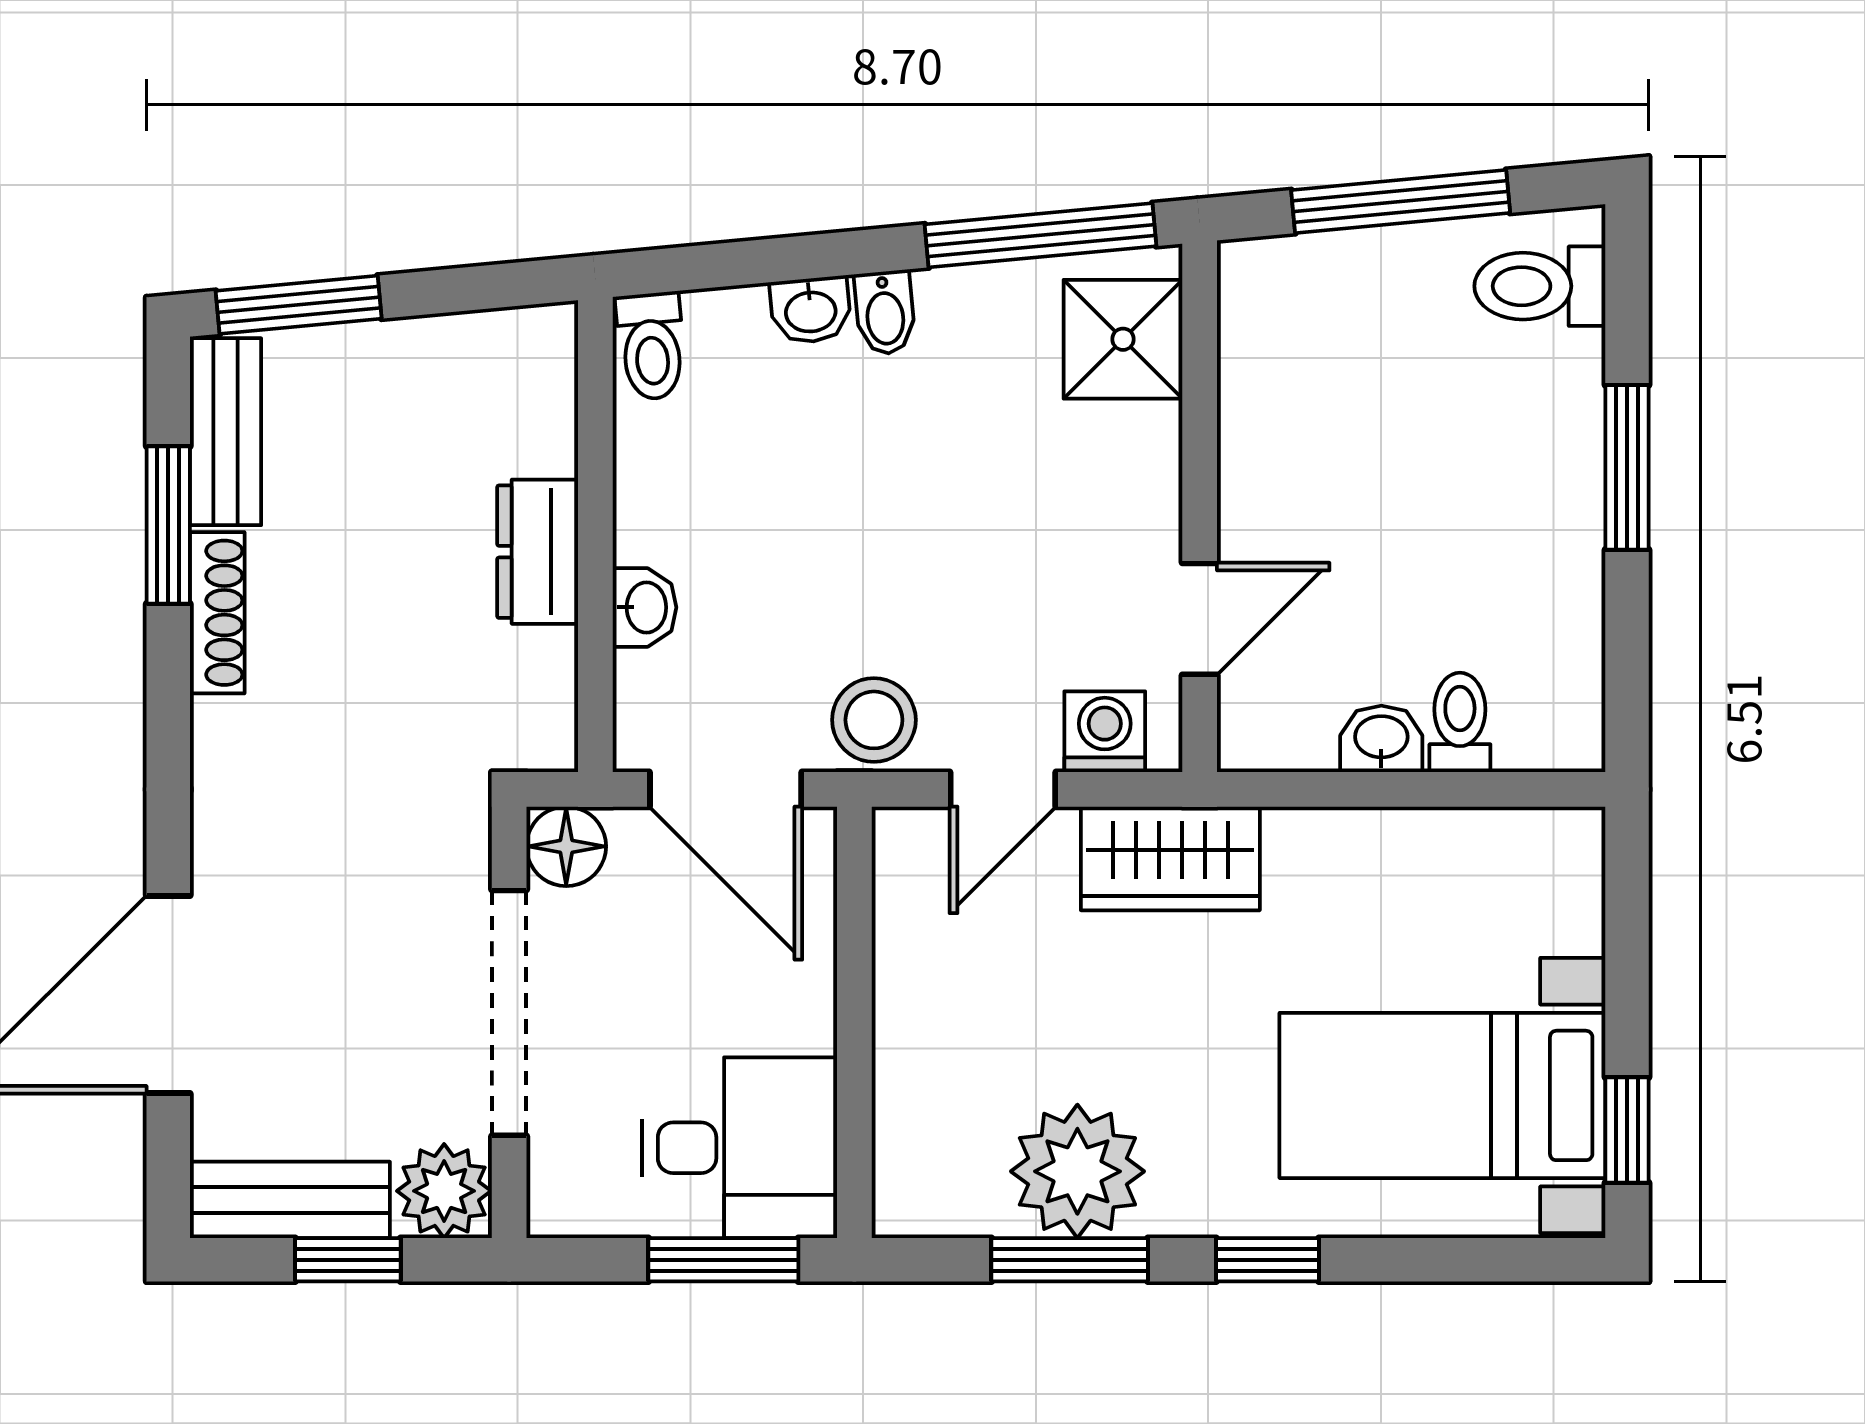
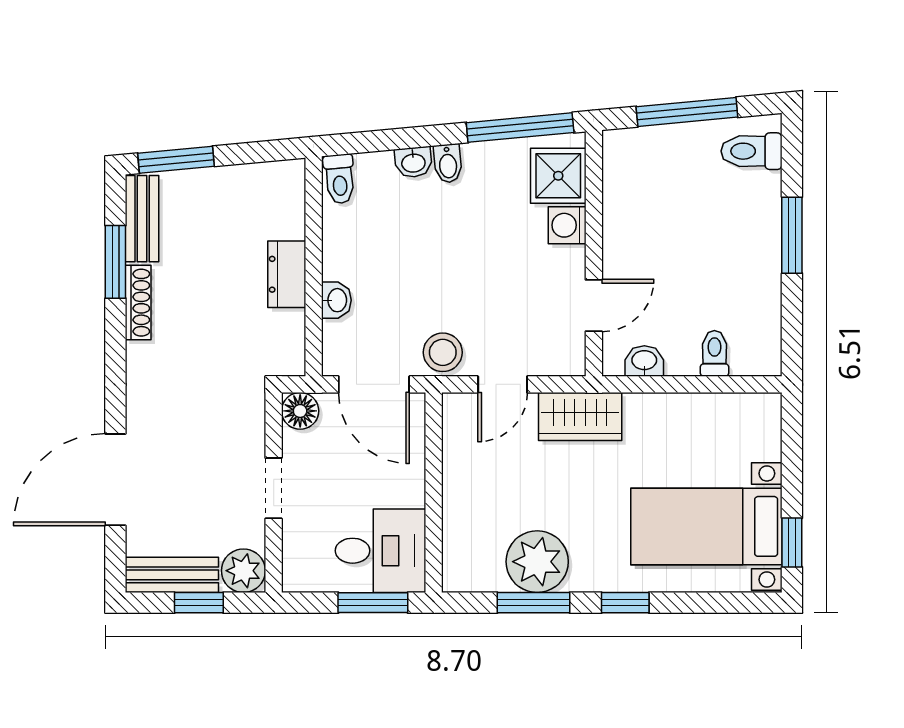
washing machine: (1105, 732) -> (567, 225), moved, turned -90
washbasin: (1381, 739) -> (644, 361), moved
doorway: (509, 1013) -> (274, 488), width x0.53

